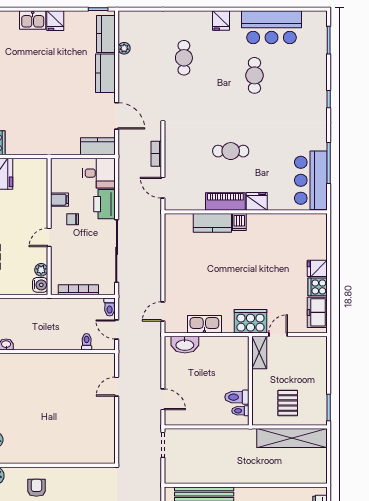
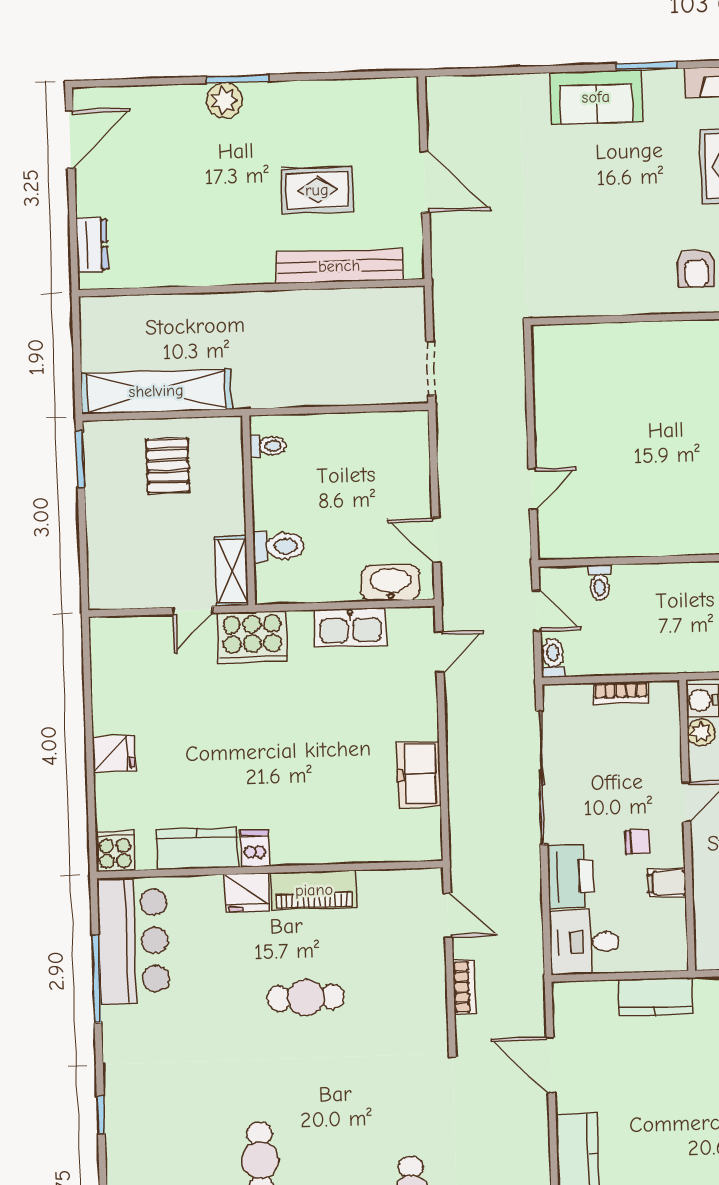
kitchen counter: (98, 146) -> (655, 997), moved
dishwasher: (239, 222) -> (255, 848), moved
kitchen counter: (212, 223) -> (197, 848), moved
cooker: (318, 287) -> (115, 851), moved, turned -90
bookcase: (78, 290) -> (621, 693), width x0.64
freezer: (317, 312) -> (419, 775), moved, turned 180
toilet: (237, 397) -> (278, 546), moved
door: (163, 399) -> (436, 540), moved

